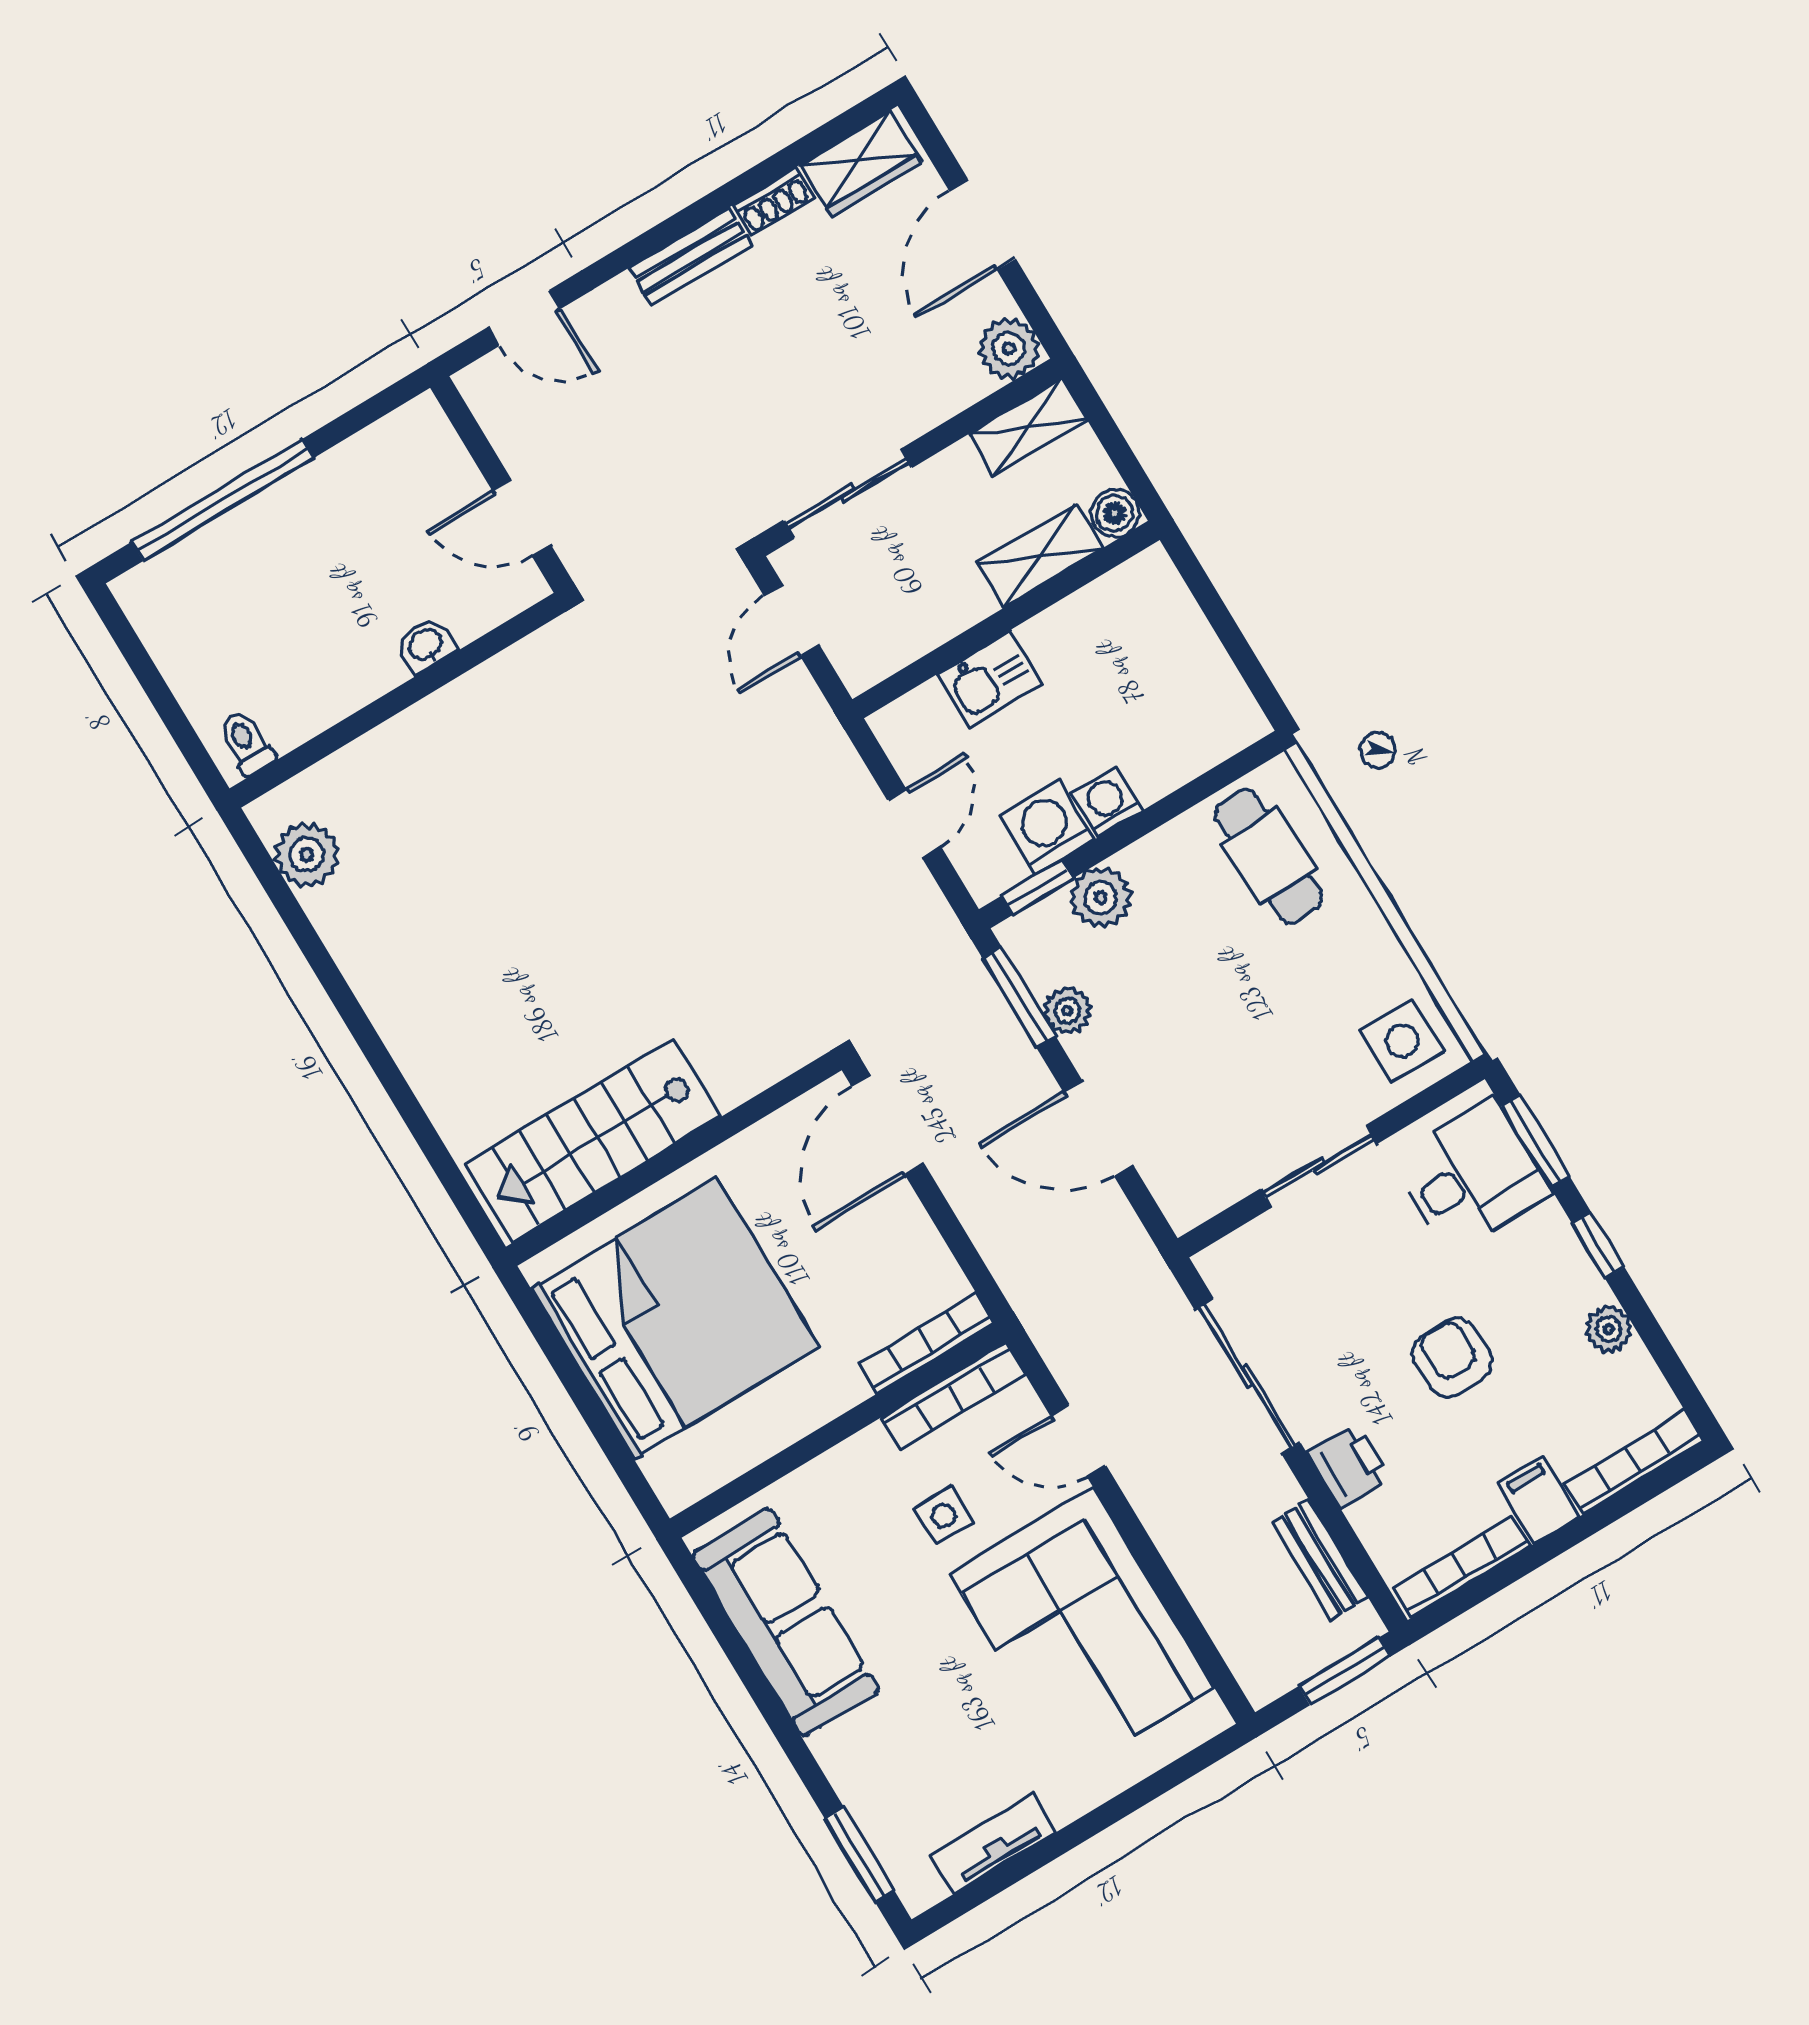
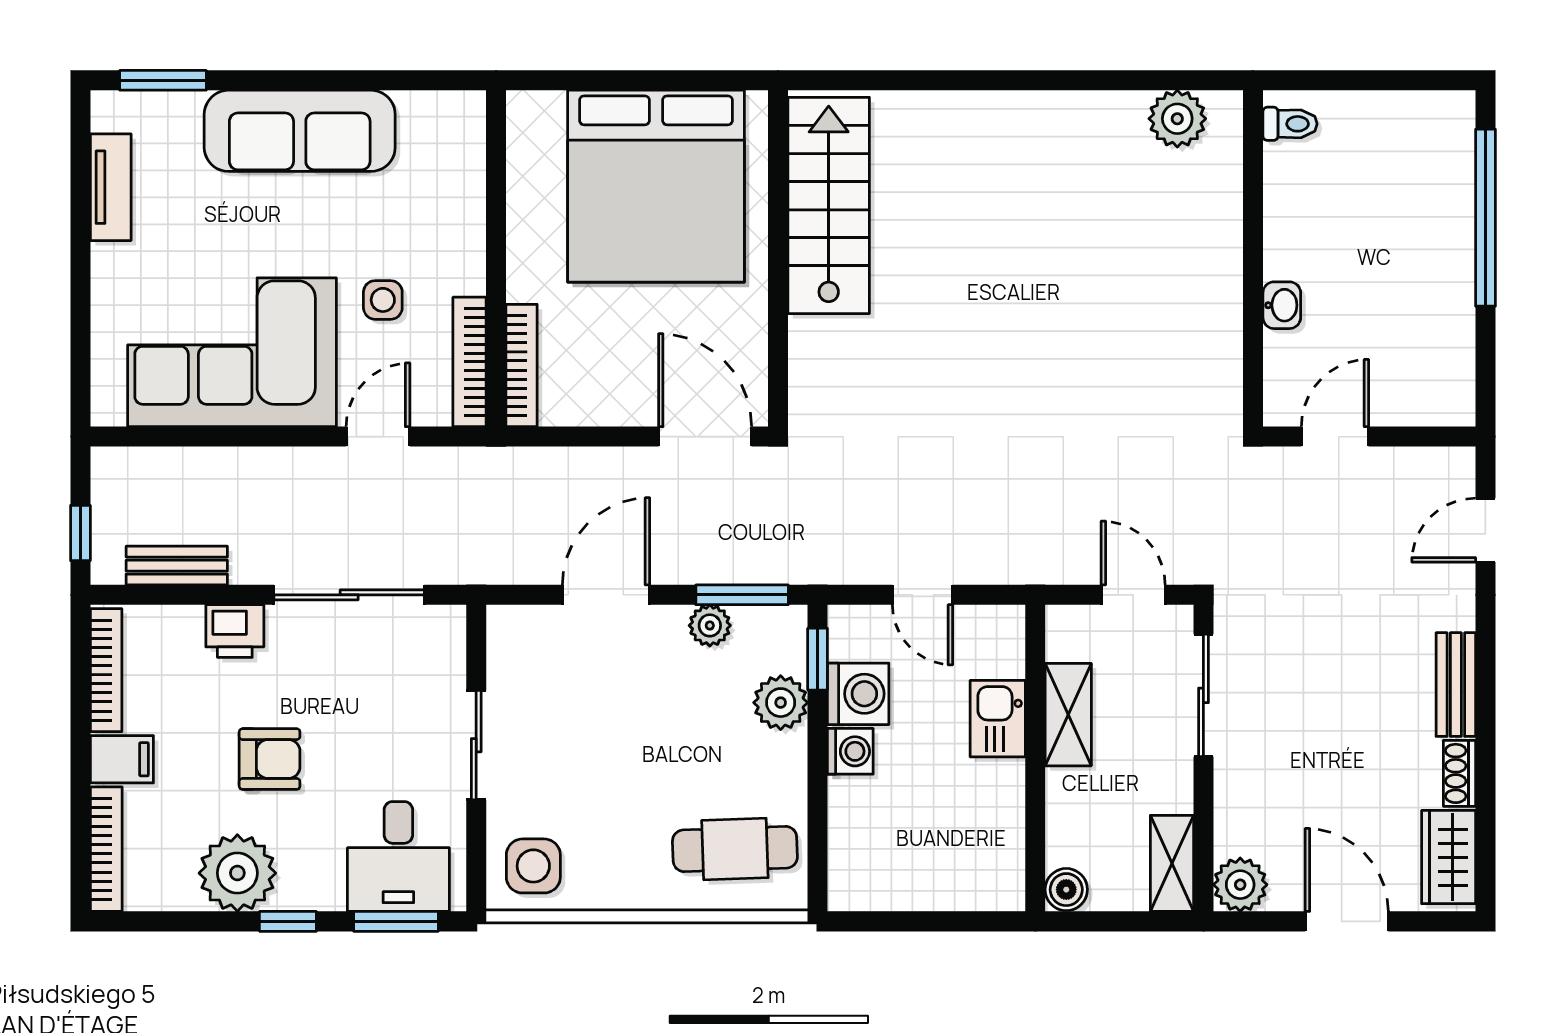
shelving: (1040, 556) -> (1068, 715), moved
plant: (1609, 1329) -> (237, 873), width x1.88, depth x1.88
sofa: (786, 1622) -> (300, 131), moved
window: (1344, 1671) -> (80, 533), width x0.67

